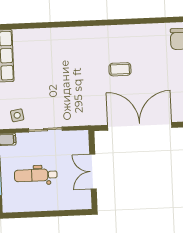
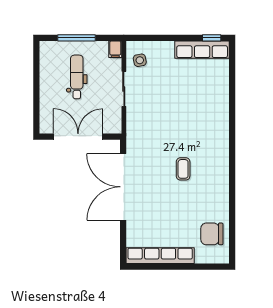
double door: (140, 126) -> (123, 187), swing flipped
double door: (93, 172) -> (78, 137), width x1.37

